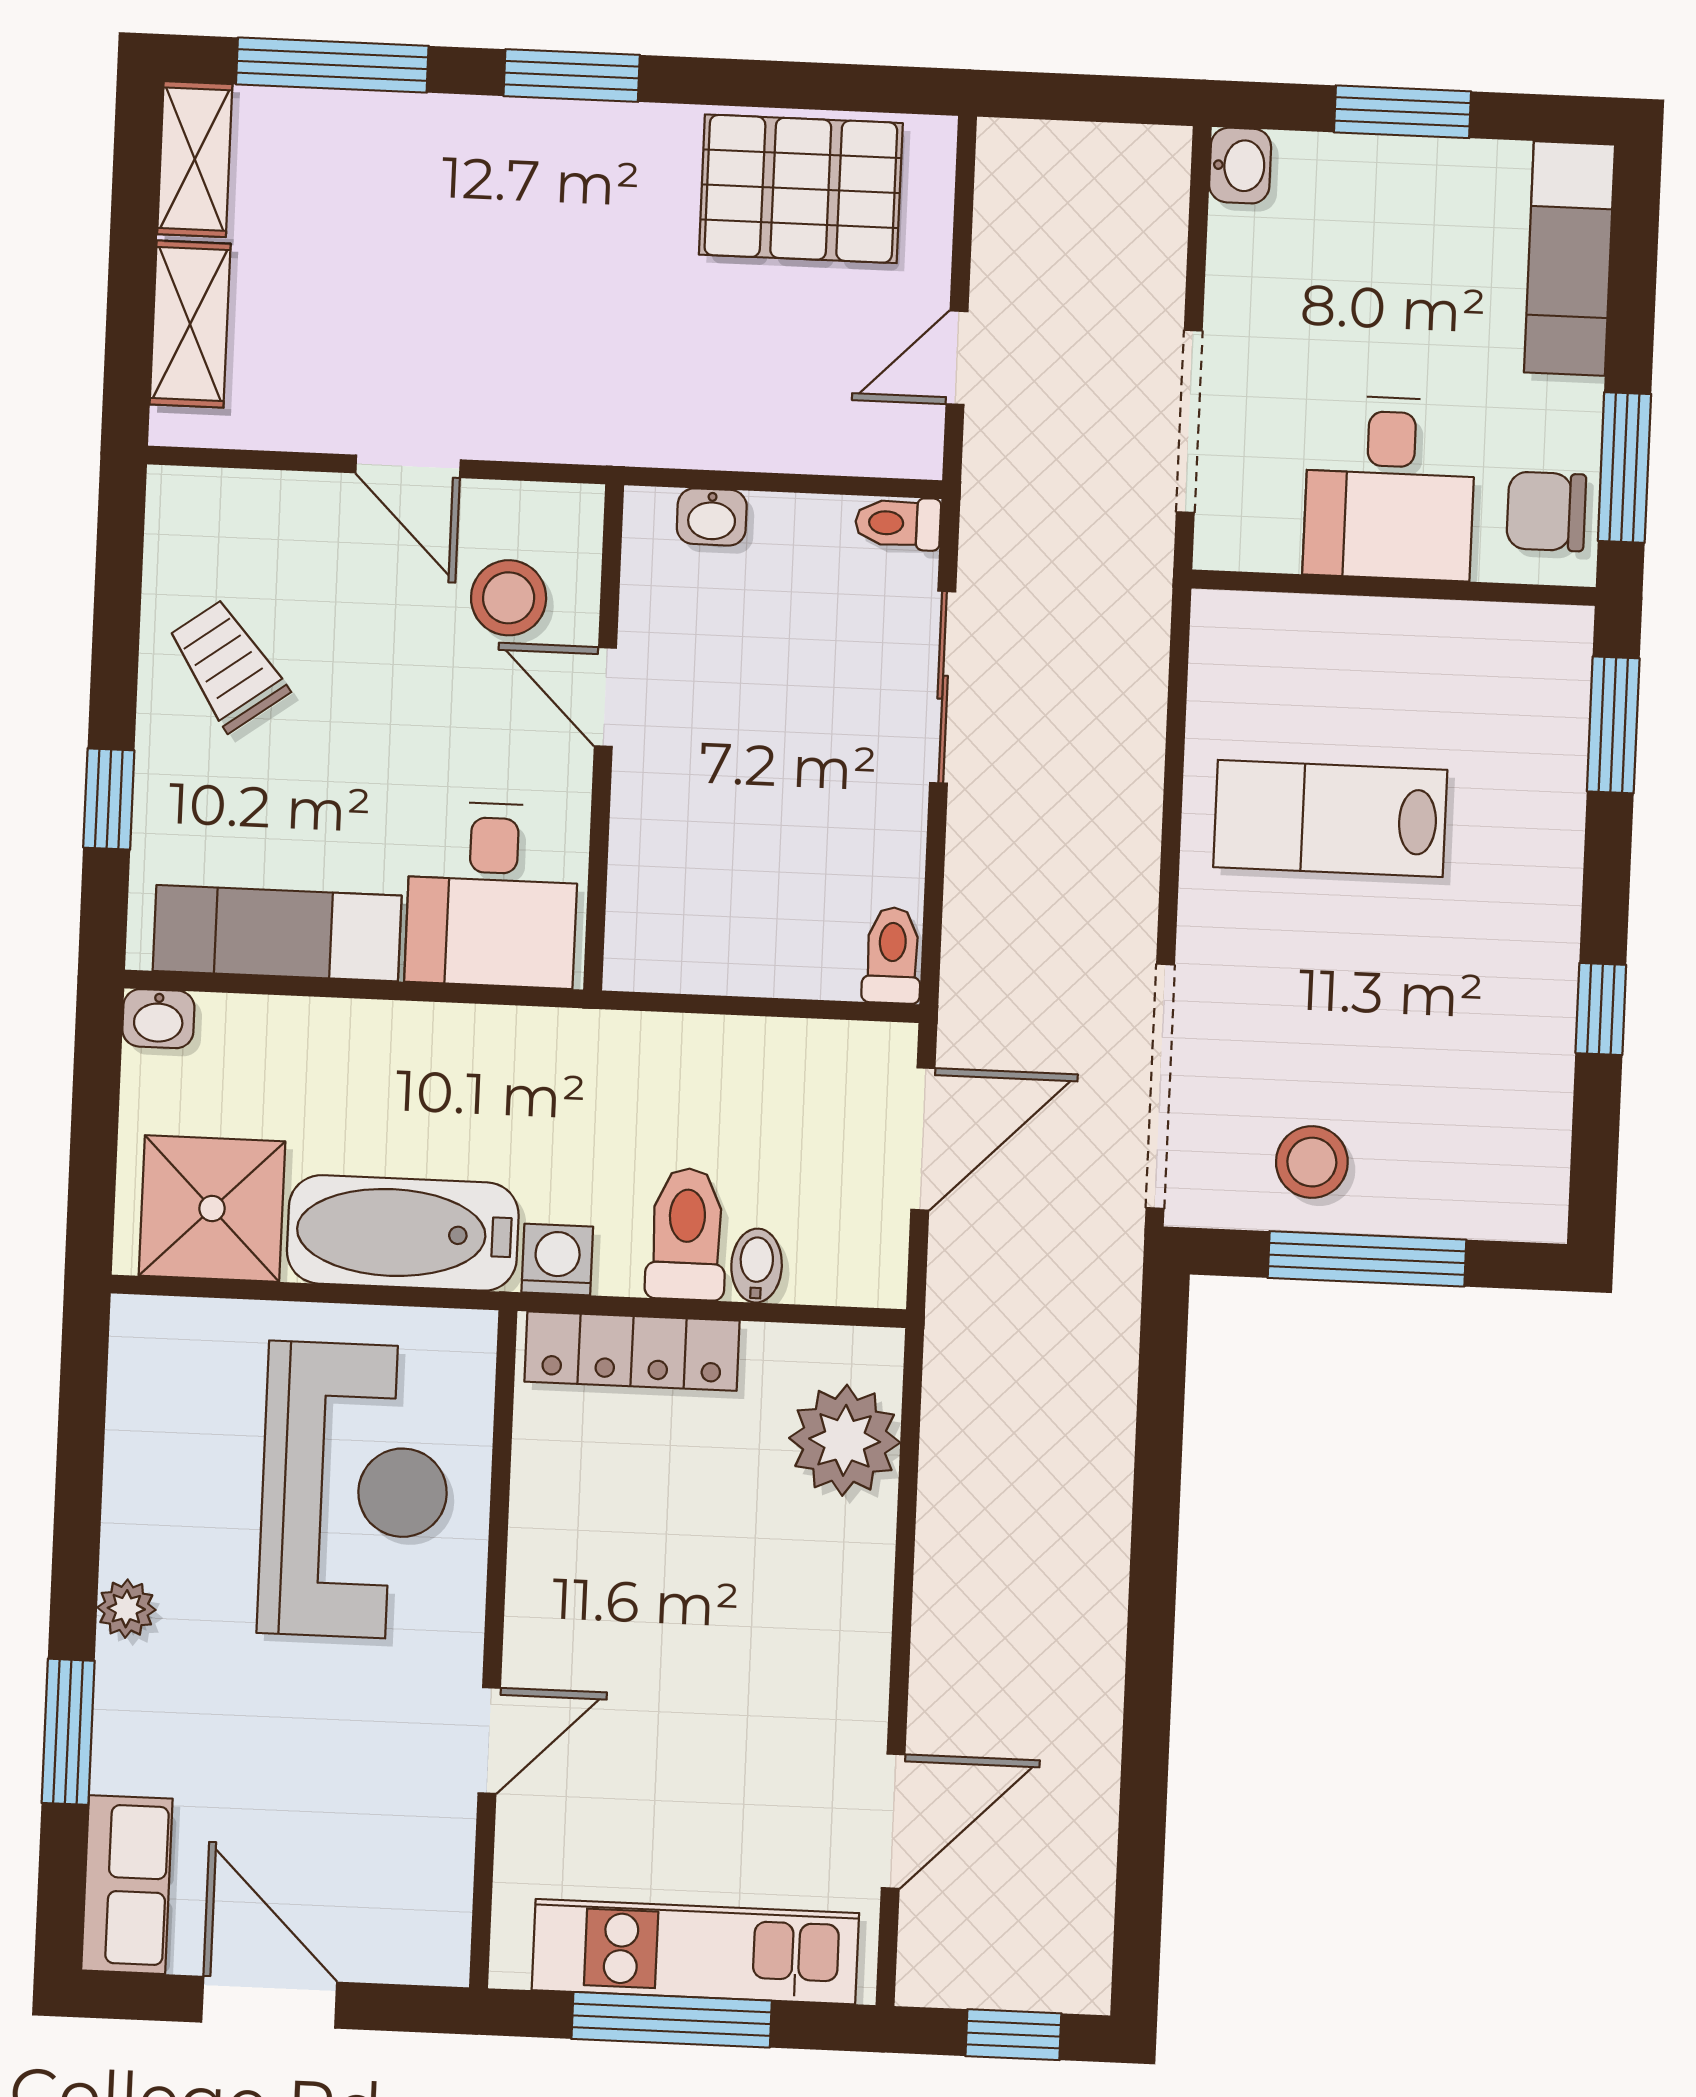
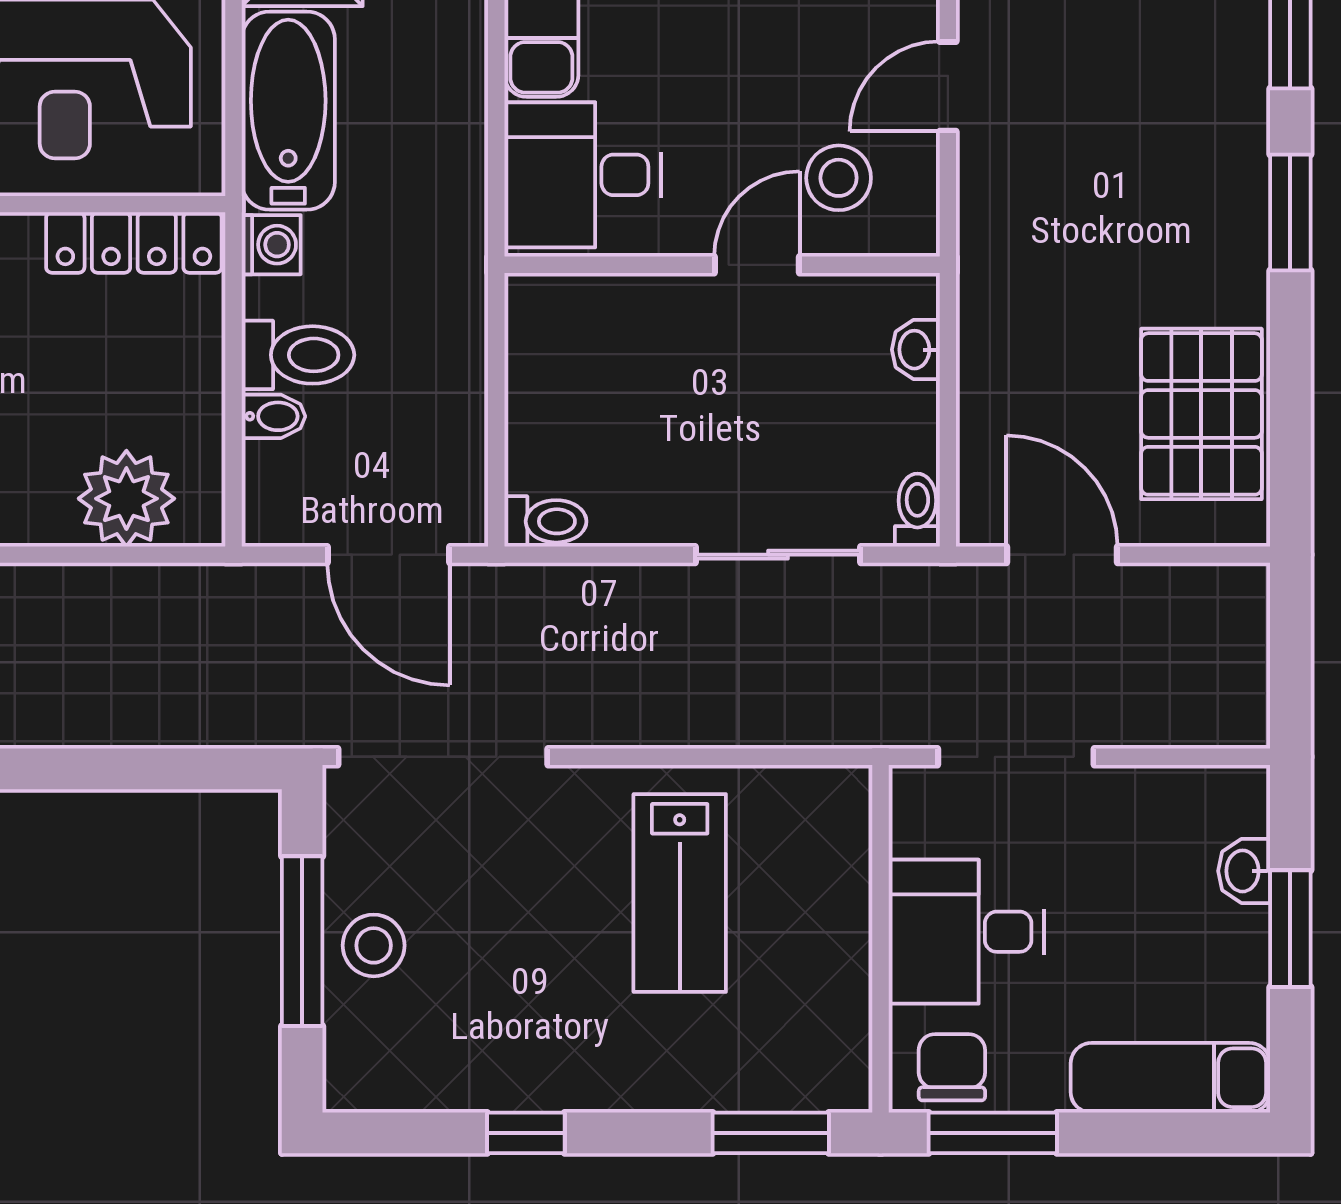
washbasin: (1240, 166) -> (1244, 871), moved, turned 90
door: (957, 358) -> (1062, 555), width x1.38
lab bench: (1330, 818) -> (680, 893), turned 180
stool: (1312, 1162) -> (374, 945), moved
locker: (632, 1351) -> (134, 242), moved, turned -90

